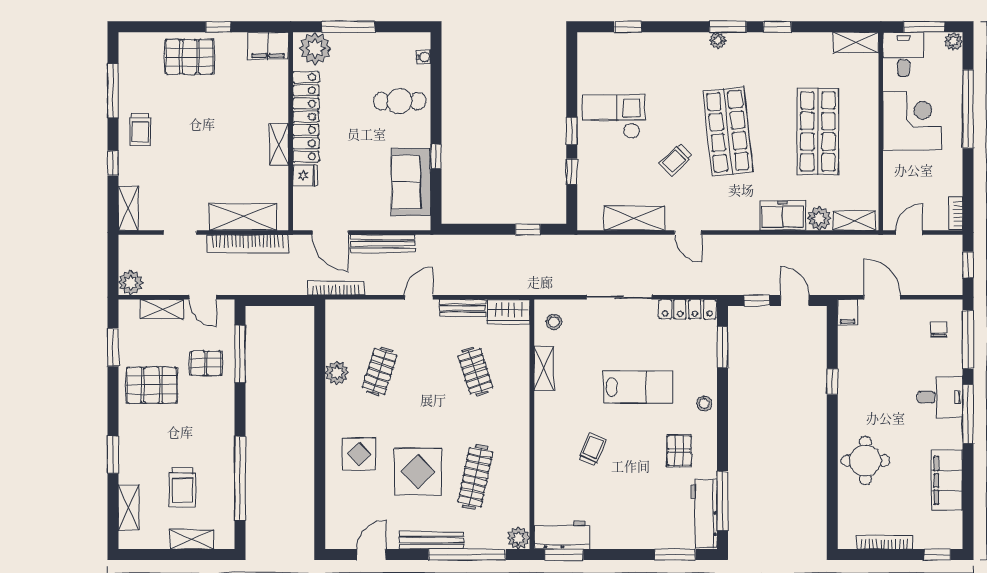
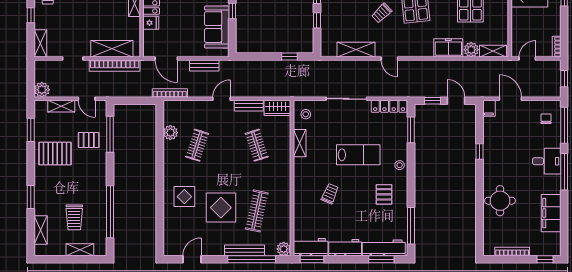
bench: (383, 244) -> (204, 65), width x0.73
plant: (337, 373) -> (170, 133), moved
workbench: (704, 513) -> (384, 248), moved, turned 90
workbench: (617, 536) -> (345, 248), added
bench: (432, 540) -> (244, 250), moved

